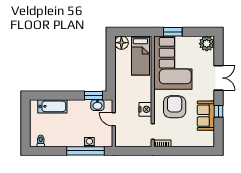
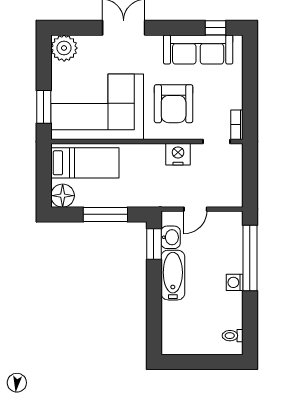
window: (111, 67) -> (105, 214), added
bathtub: (52, 106) -> (173, 275), moved
armchair: (175, 107) -> (174, 104), turned -90
window: (218, 111) -> (216, 28), moved
sofa: (206, 116) -> (198, 49), width x1.36
washing machine: (89, 142) -> (235, 282), moved

